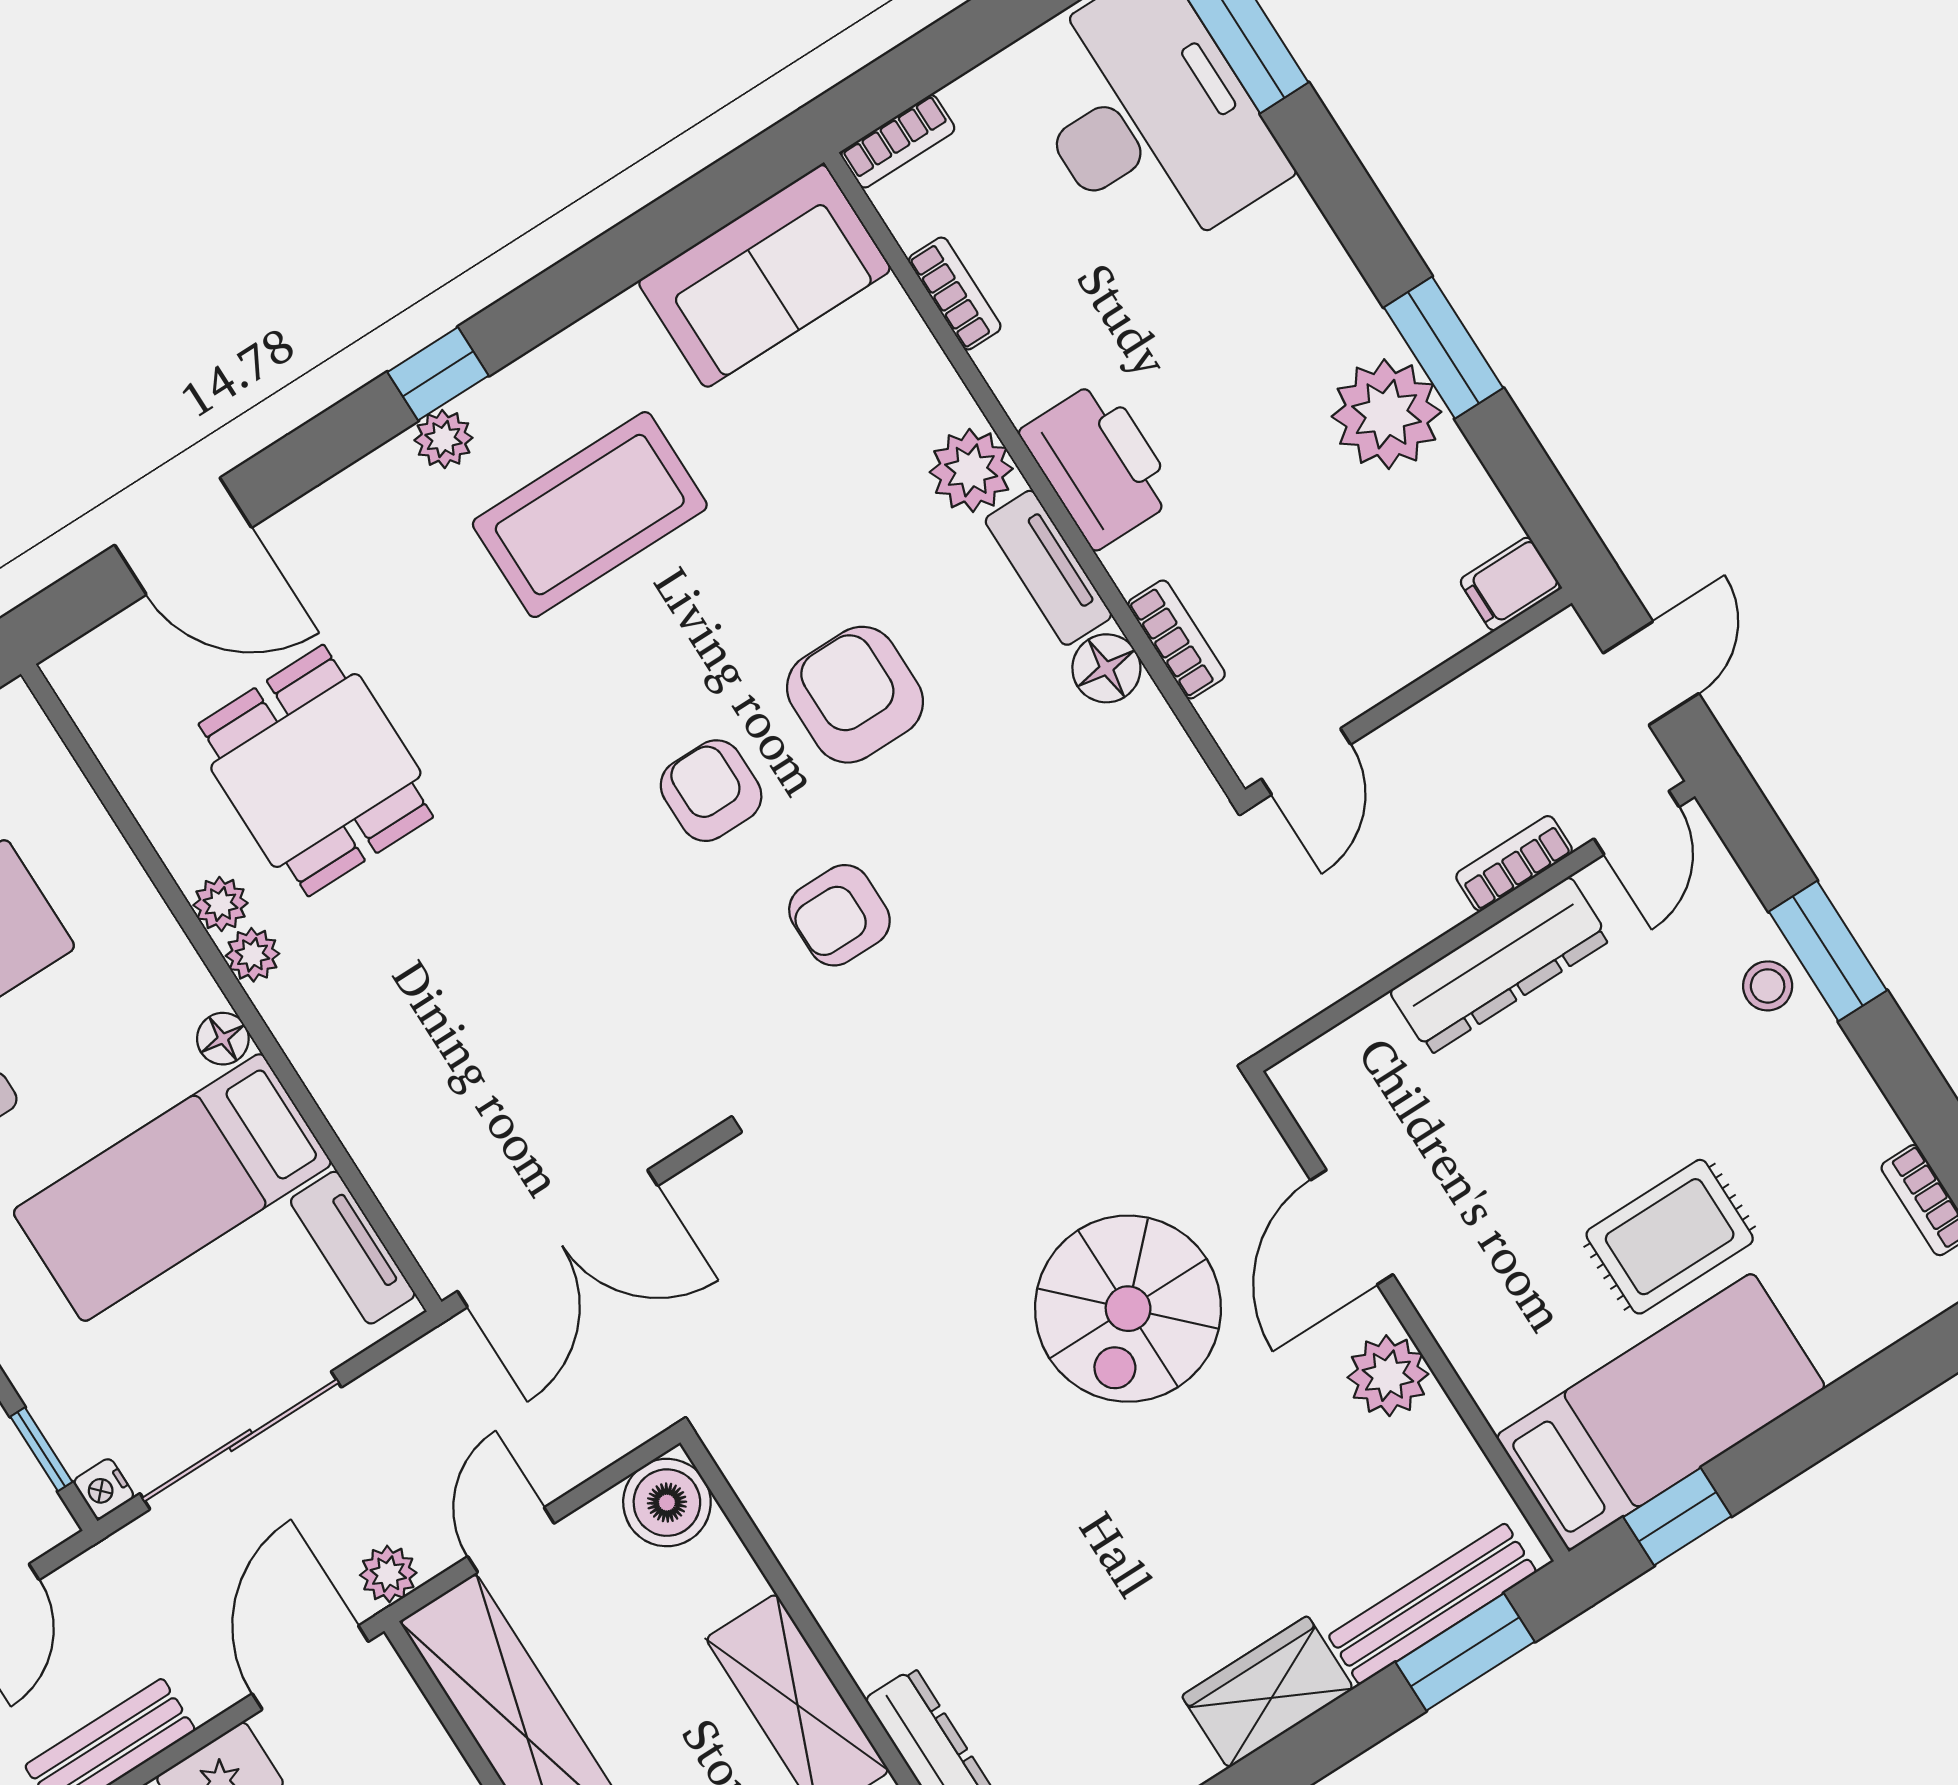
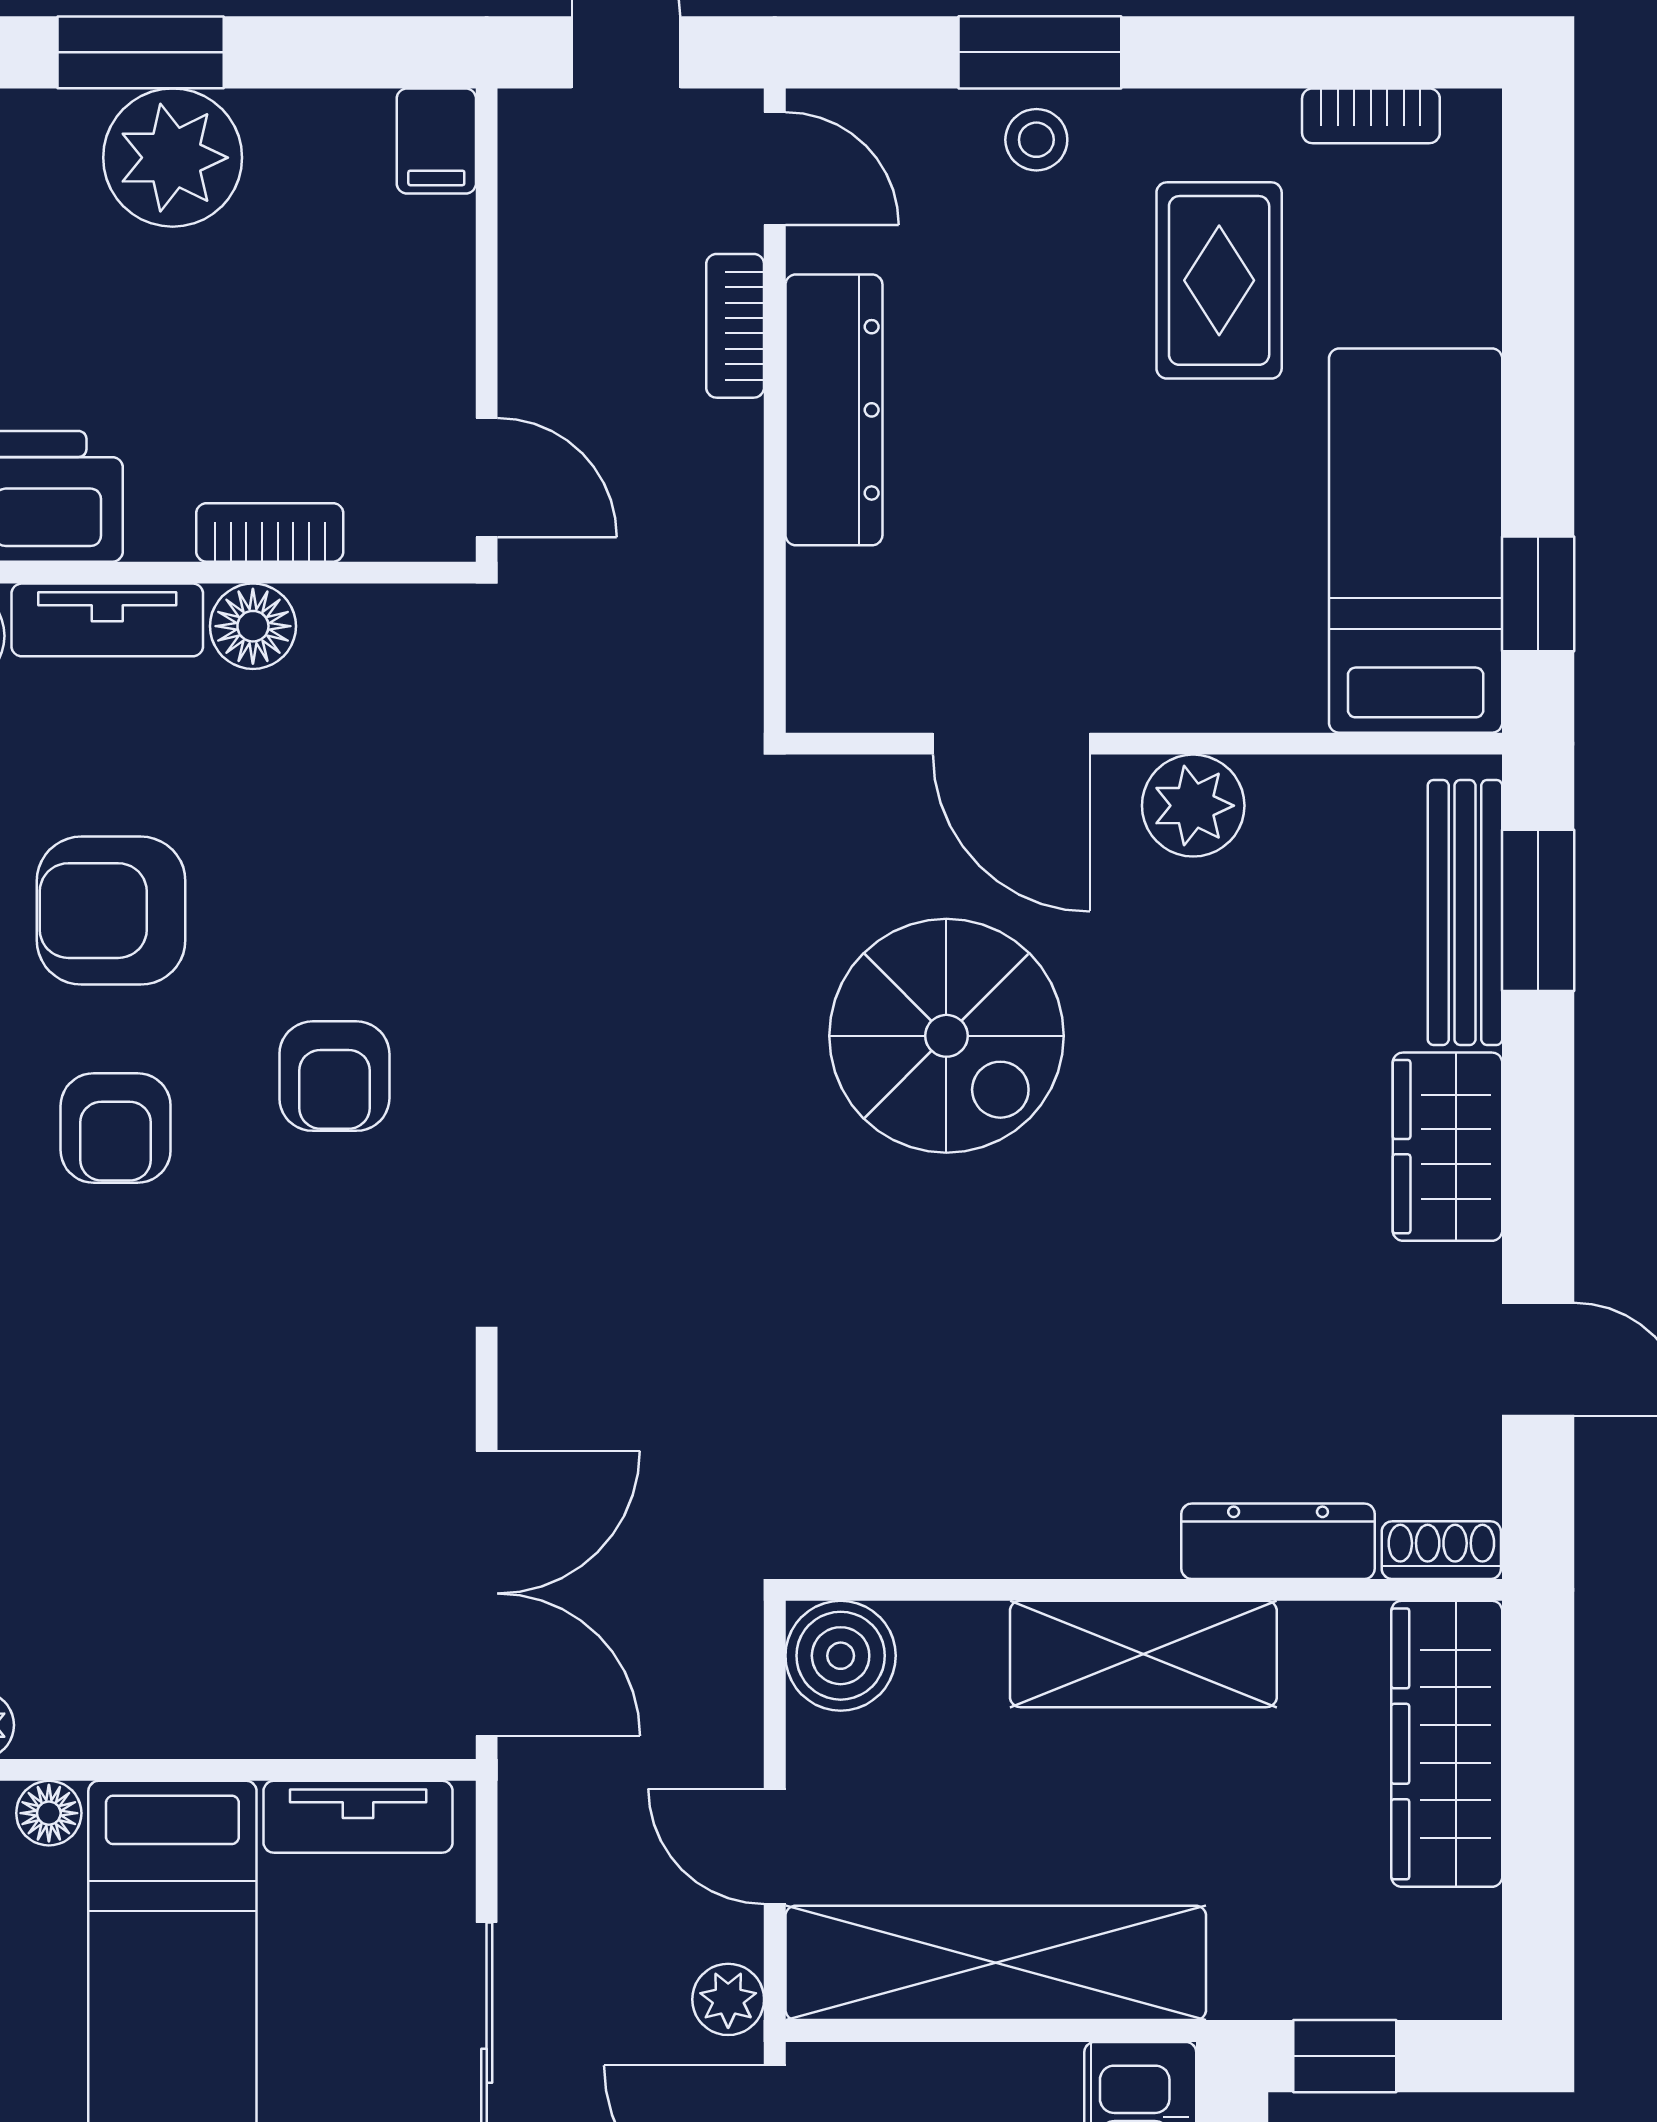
armchair: (711, 791) -> (116, 1128), turned -90
rug: (1670, 1237) -> (1219, 280), moved

